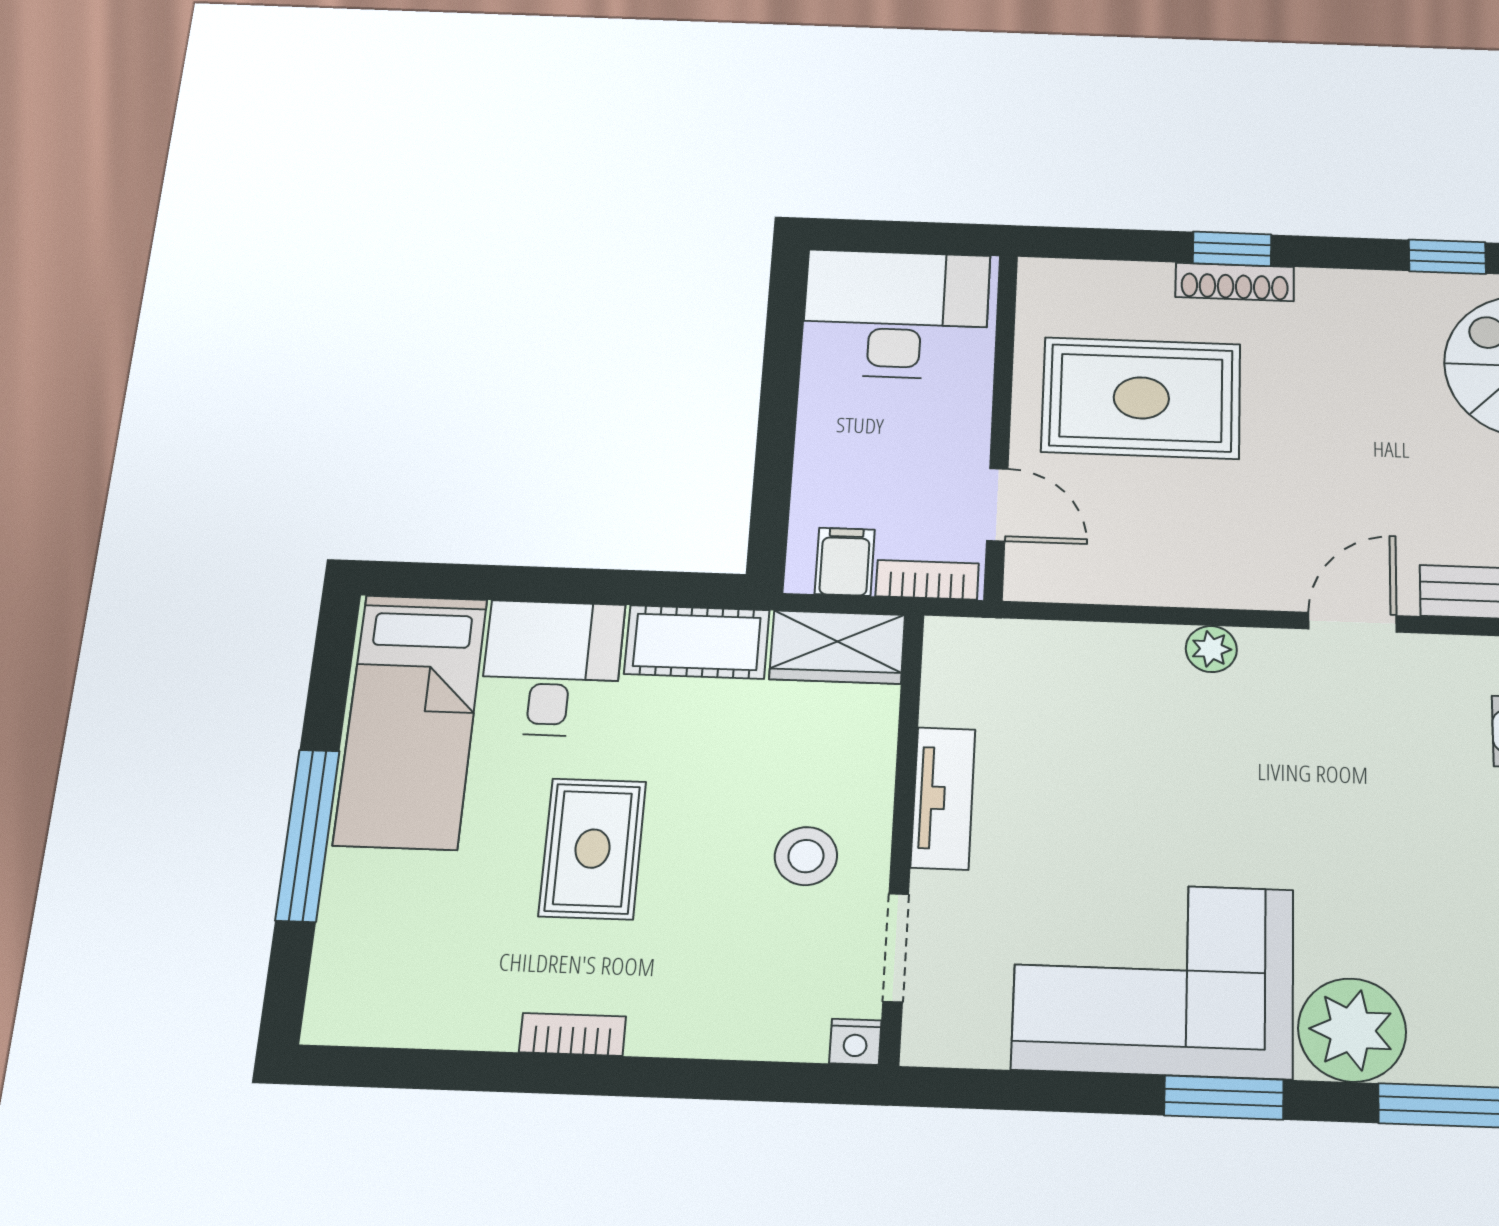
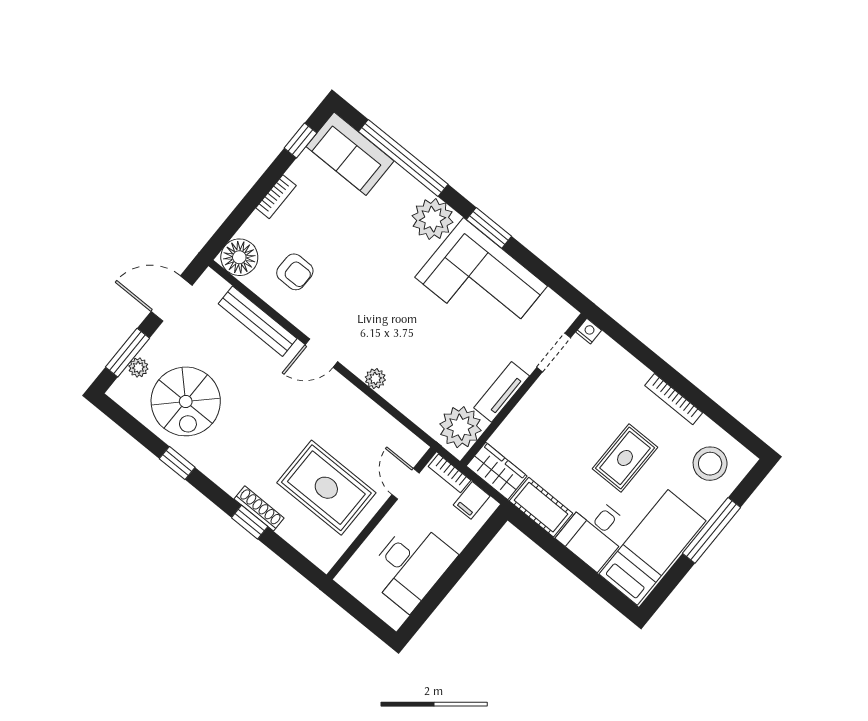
desk: (896, 314) -> (411, 565), moved, turned -90
plant: (973, 677) -> (460, 427), added
stool: (806, 856) -> (710, 464), moved, width x1.38, depth x1.38
bookcase: (573, 1034) -> (674, 399), width x1.56

